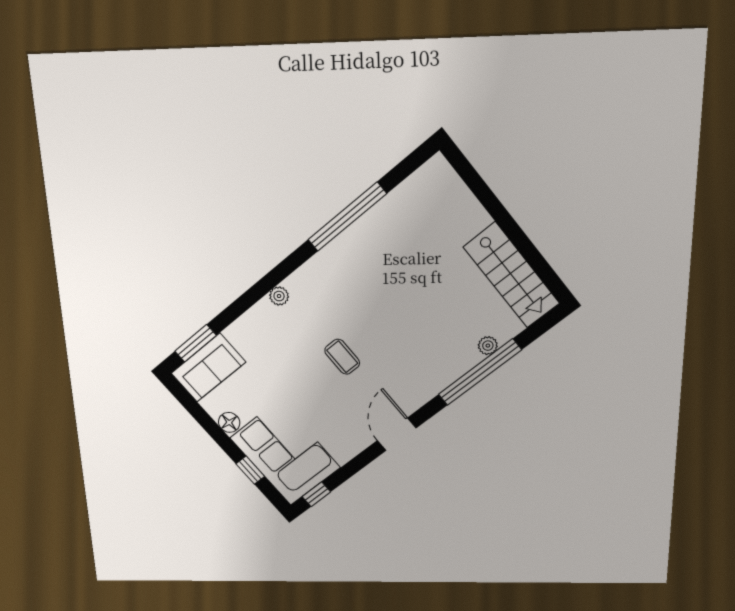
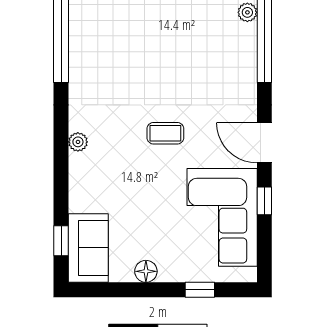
window: (196, 343) -> (61, 241), width x0.67
corner sofa: (285, 453) -> (222, 217), moved, turned -90
window: (316, 494) -> (264, 201), moved

